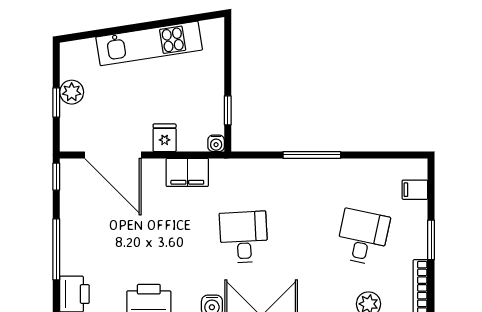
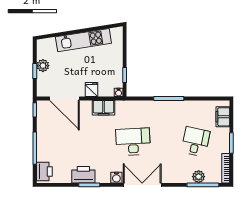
filing cabinet: (415, 190) -> (223, 117), width x2.00
desk: (244, 237) -> (133, 142), width x1.37

